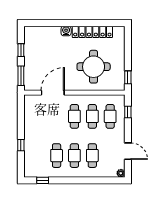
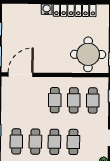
round table: (94, 67) -> (88, 54), moved
door: (53, 93) -> (20, 75), moved
cafe table: (39, 156) -> (16, 141), added

